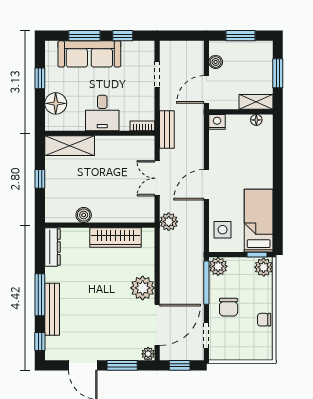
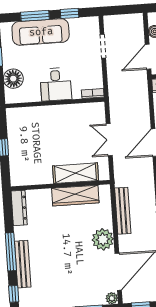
bench: (167, 129) -> (123, 211), moved, width x1.36
shelving: (70, 146) -> (76, 173), moved
boiler: (84, 215) -> (45, 177), removed
plant: (169, 222) -> (122, 178), removed

